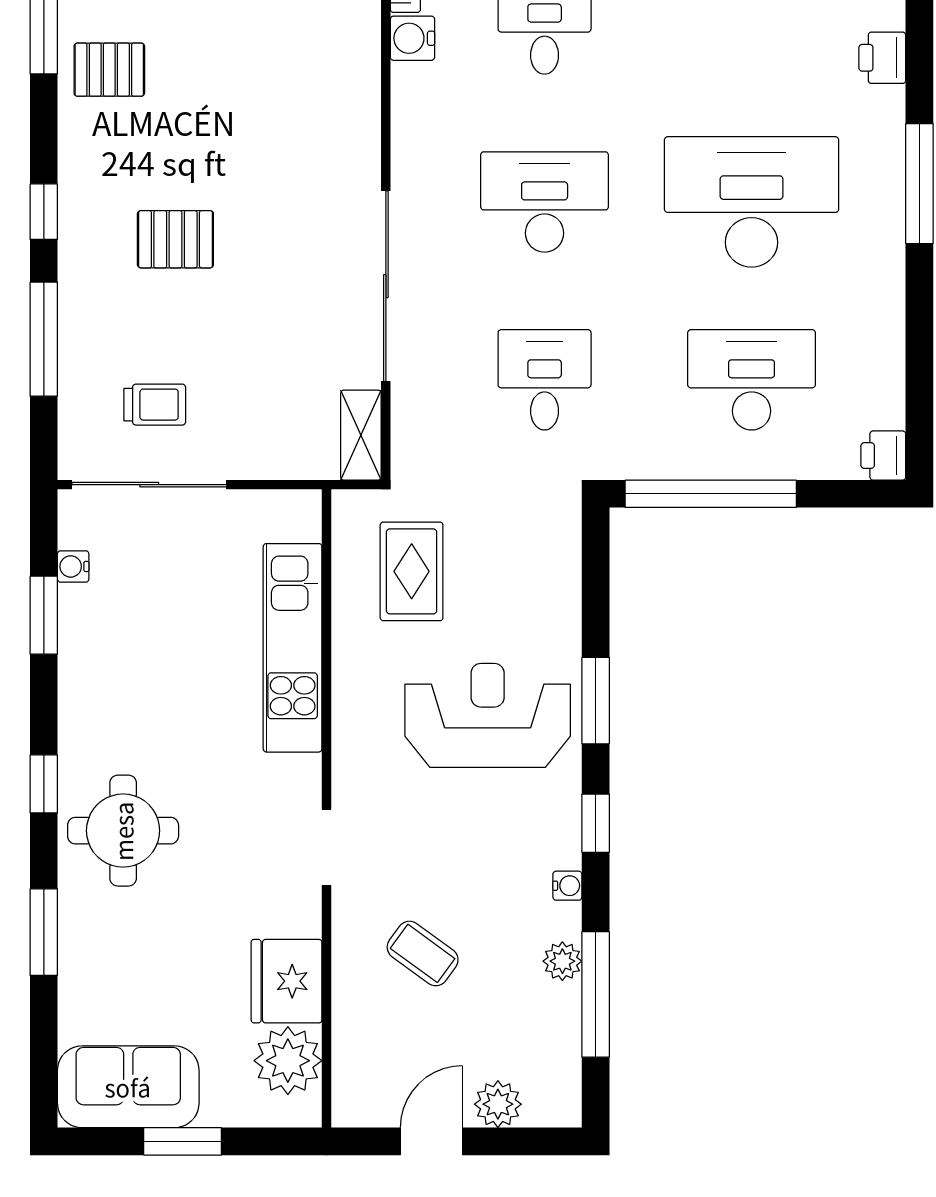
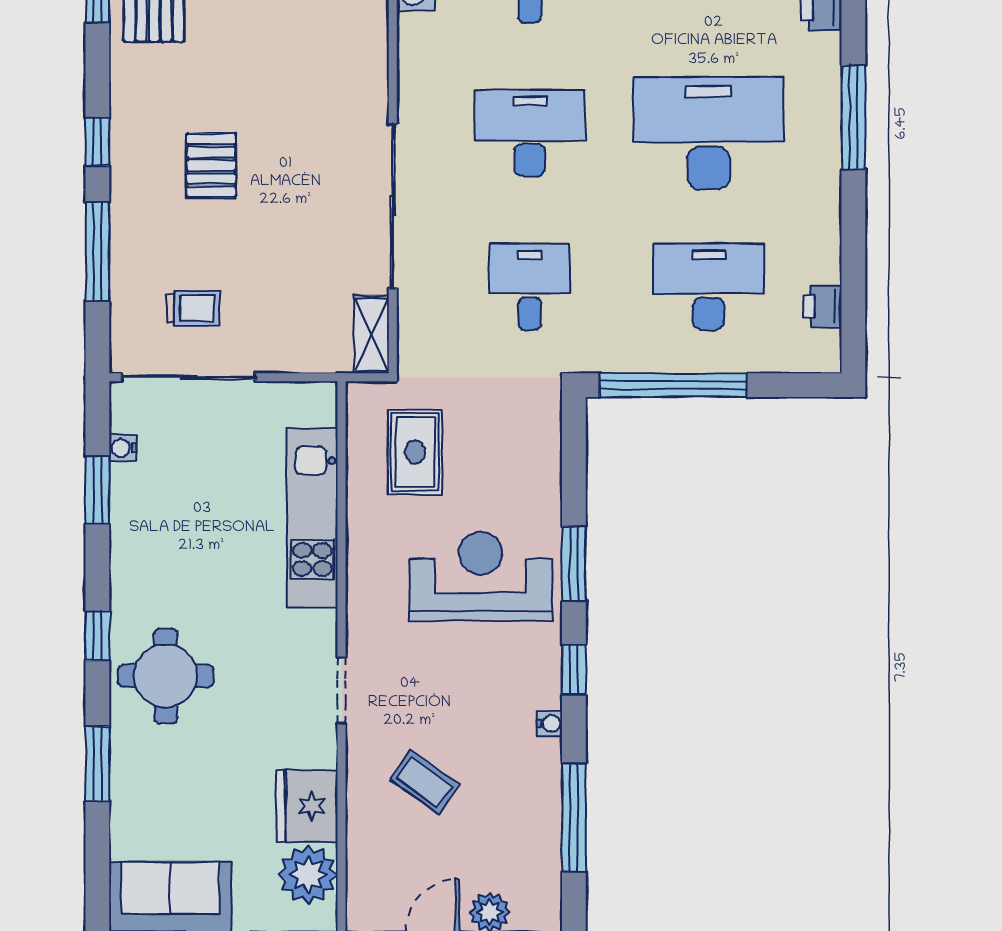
pallet: (175, 239) -> (211, 165), turned 90
printer: (883, 456) -> (822, 307), moved
plant: (562, 961) -> (545, 789), removed

